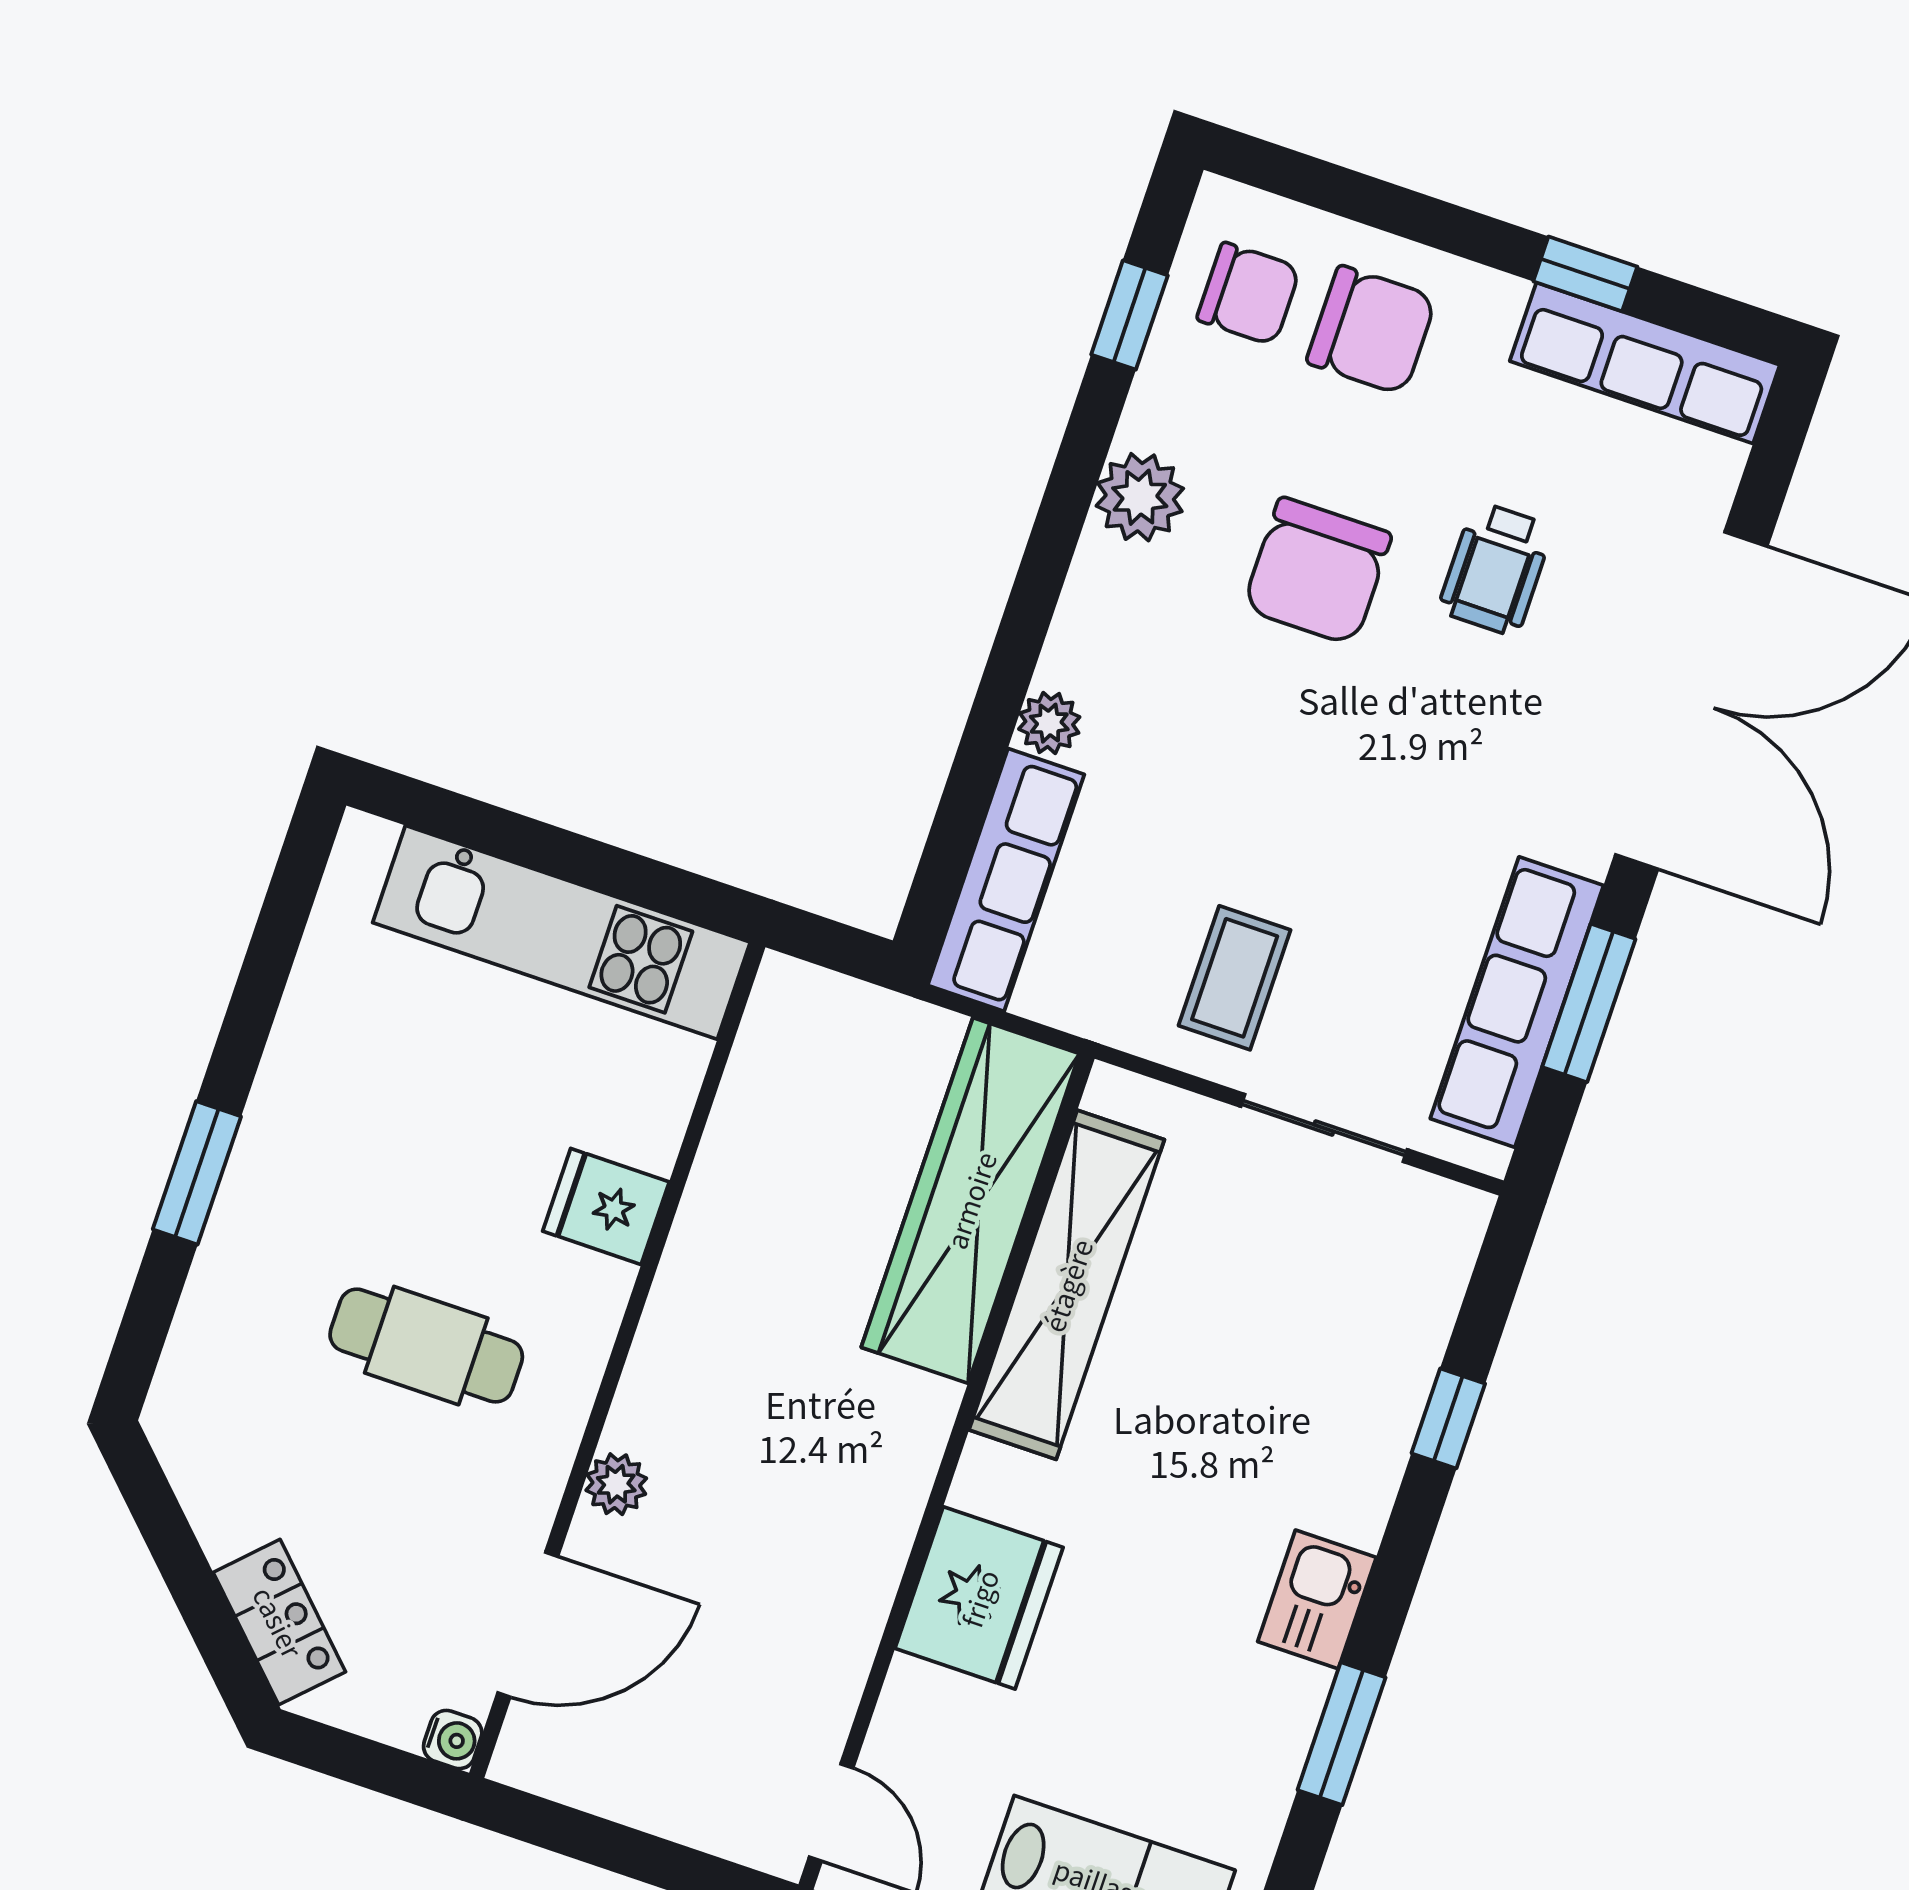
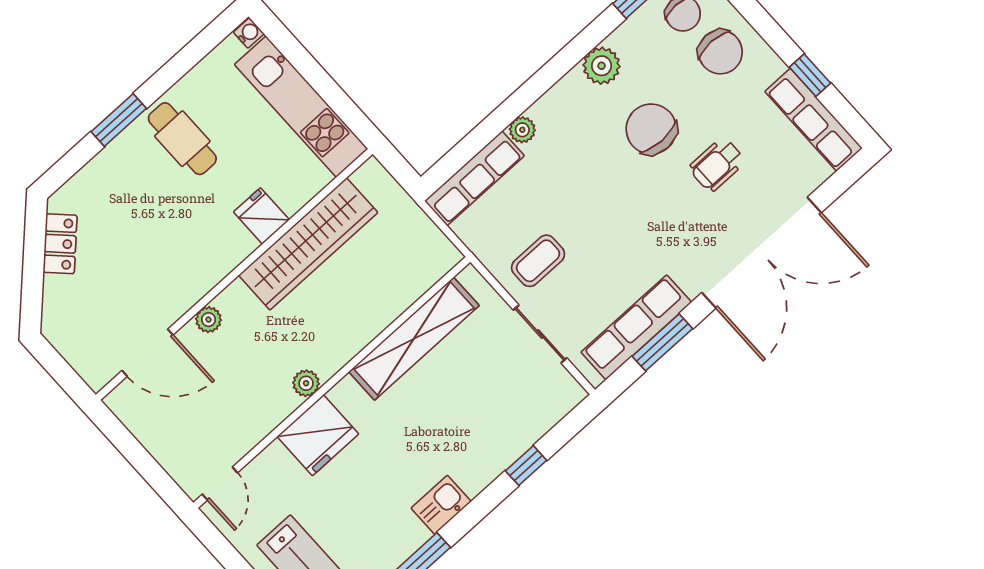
chair: (1317, 571) -> (651, 129), turned 90
wardrobe: (970, 1200) -> (308, 244), moved, turned 180
cafe table: (426, 1346) -> (182, 139), moved
plant: (894, 1503) -> (306, 383), added
locker: (279, 1622) -> (60, 244), moved
water cooler: (453, 1740) -> (249, 33), moved, turned -90

